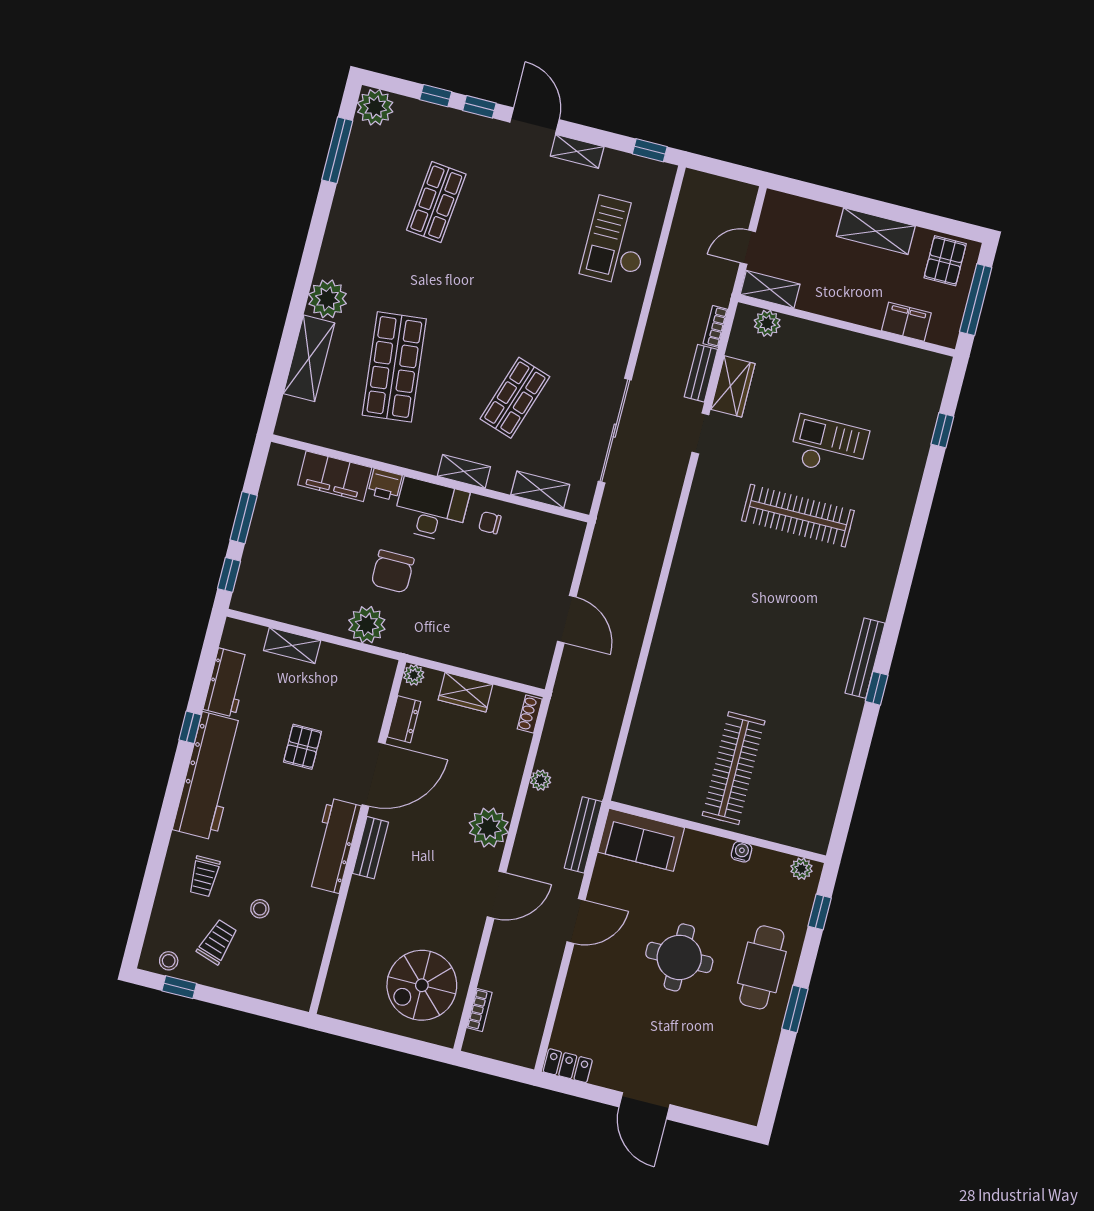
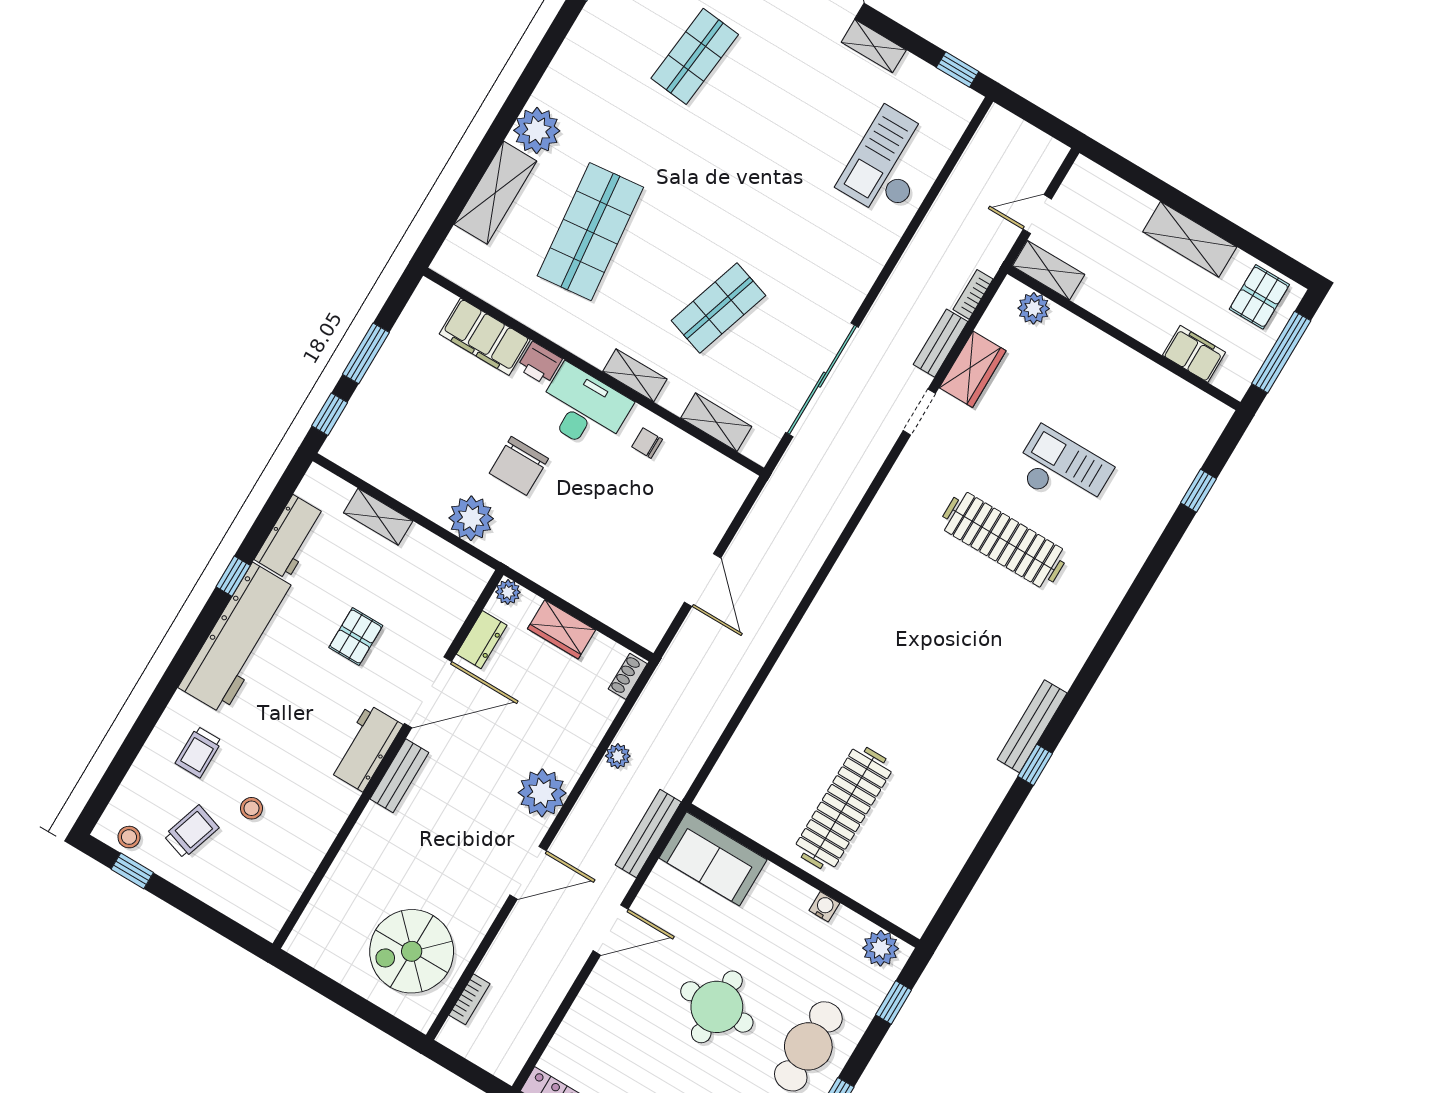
workbench: (334, 846) -> (366, 748), width x0.73
plant: (801, 869) -> (881, 948), width x1.38, depth x1.38

